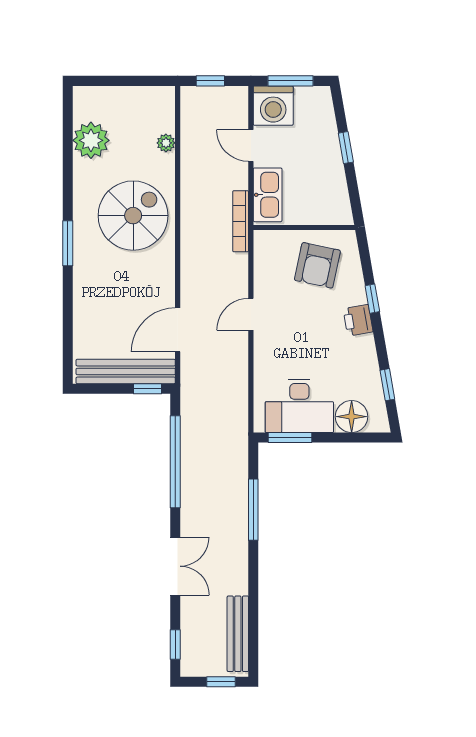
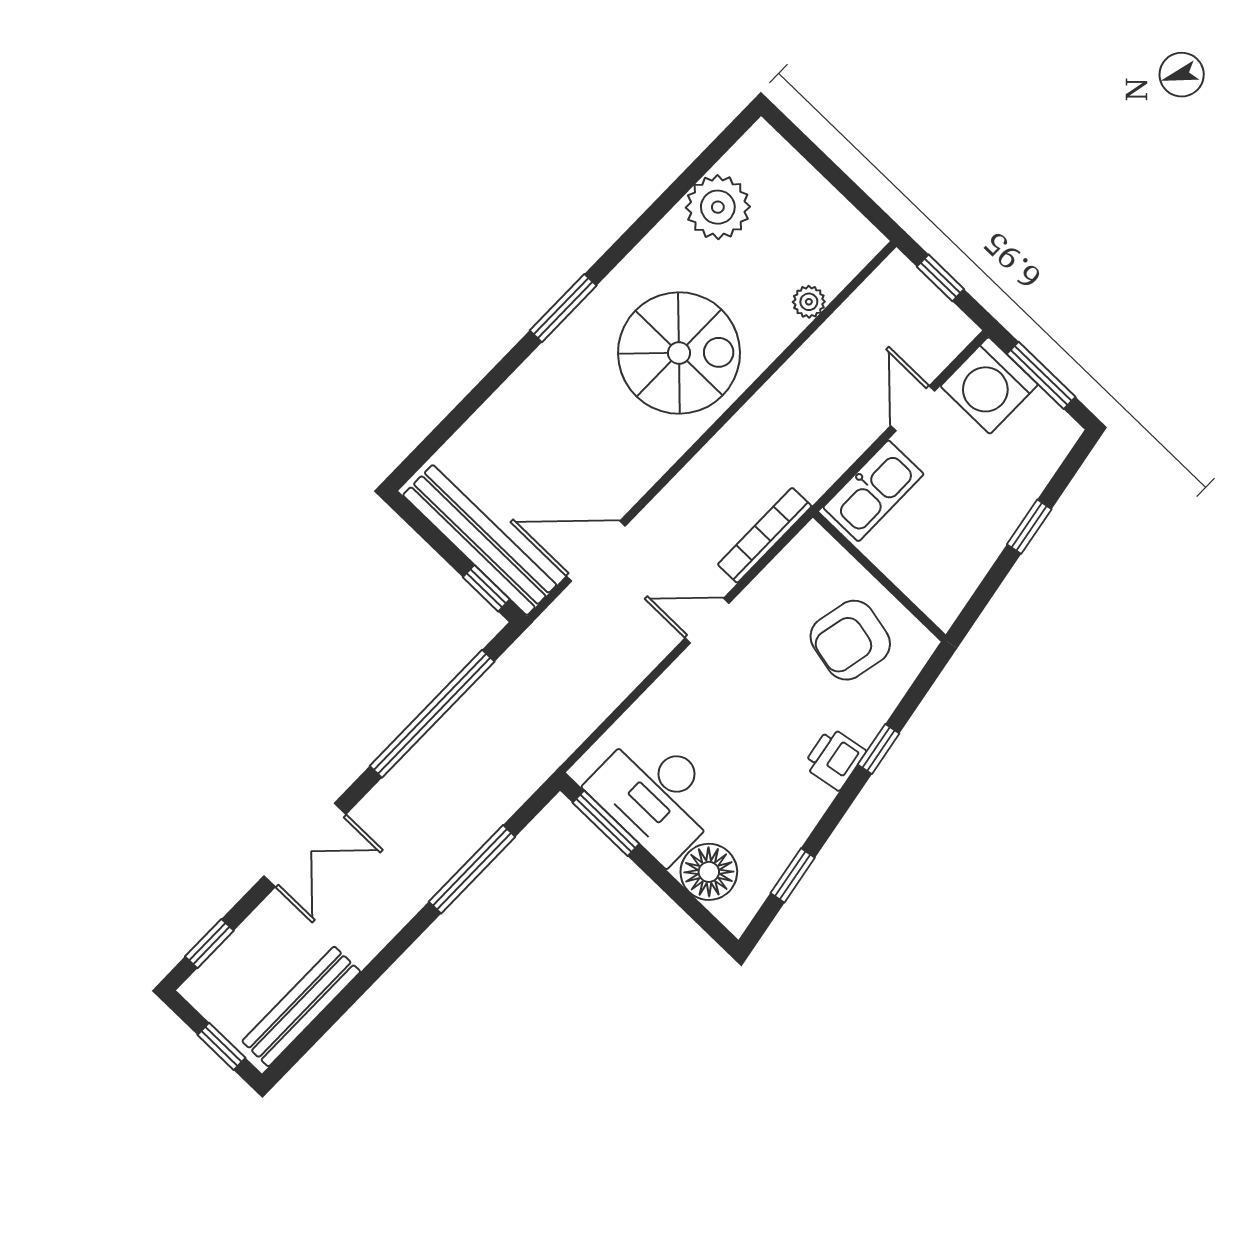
bookcase: (241, 221) -> (765, 535), moved

